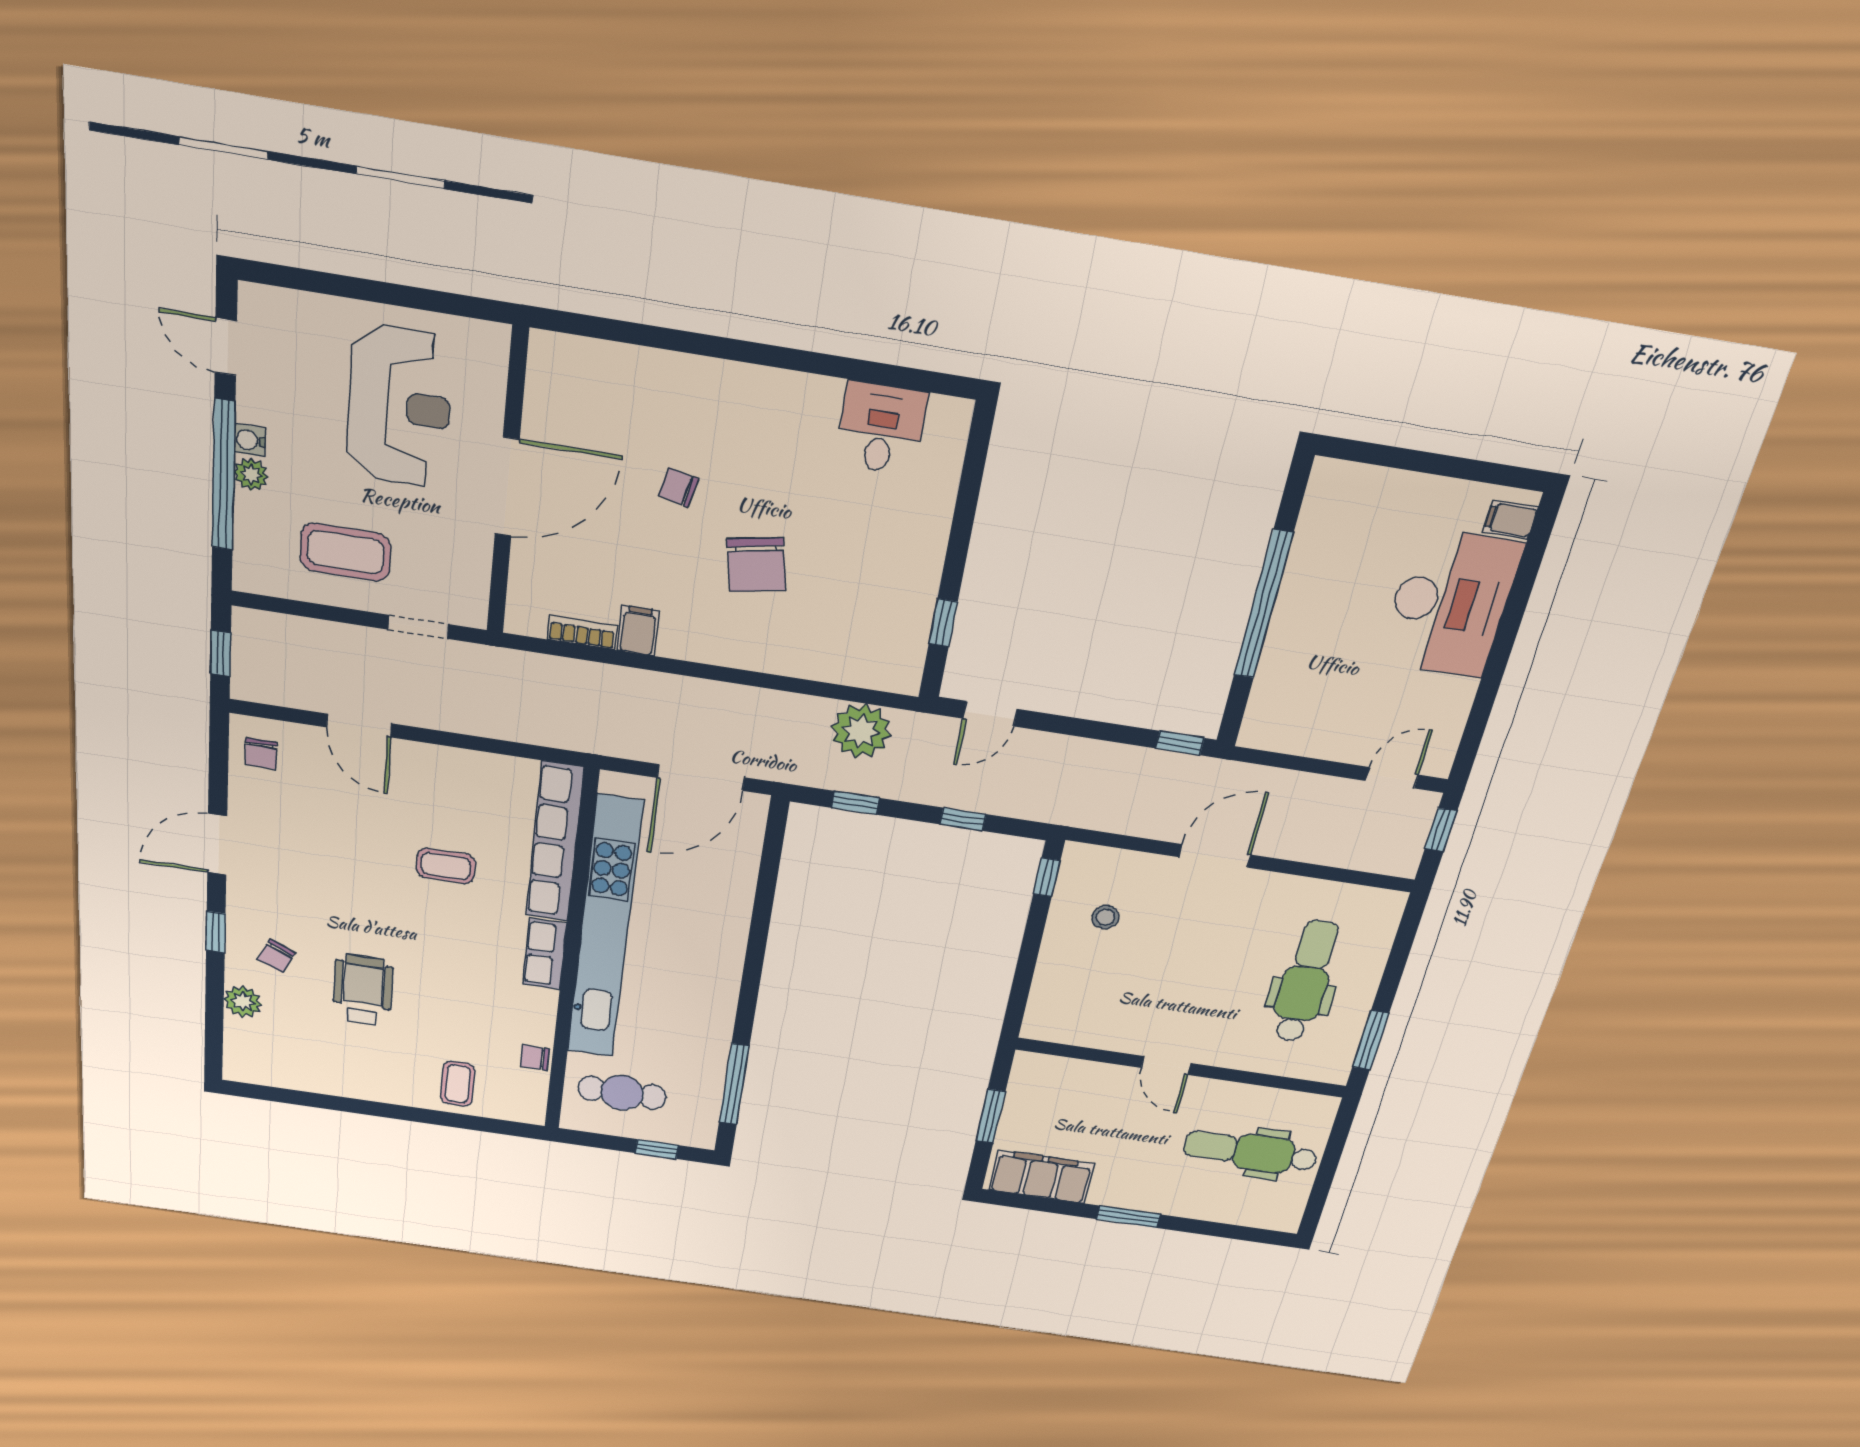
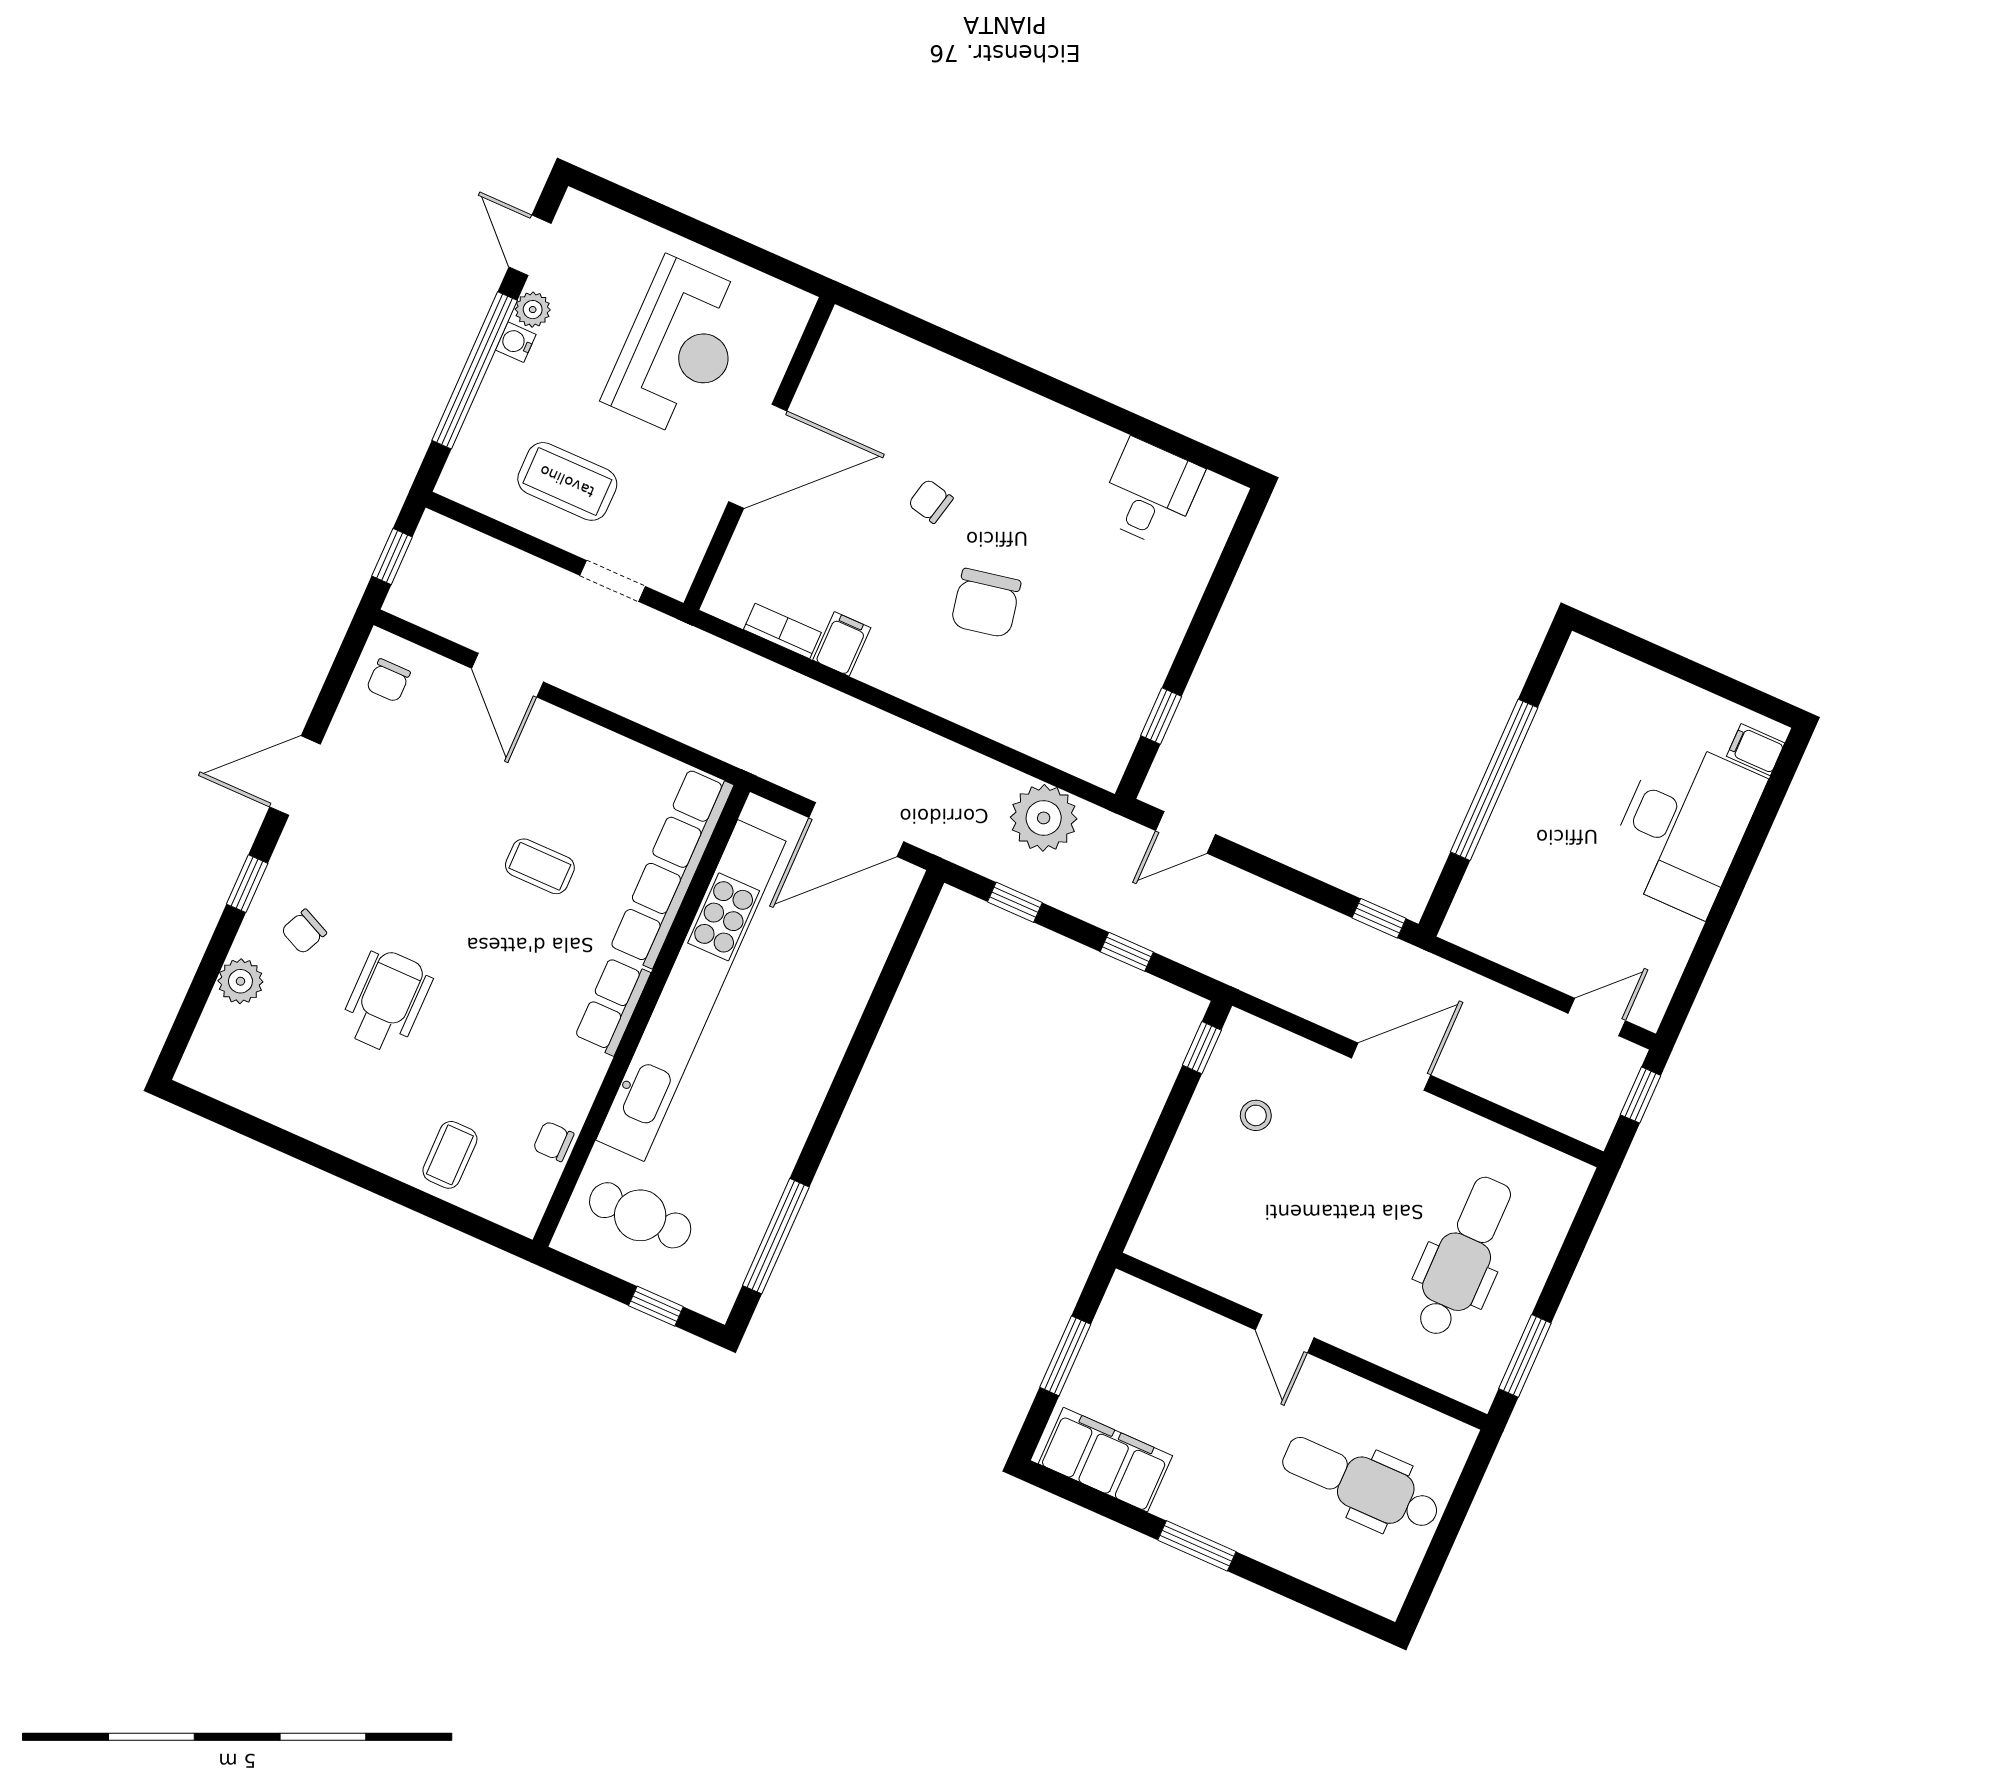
plant: (251, 474) -> (533, 310), moved

